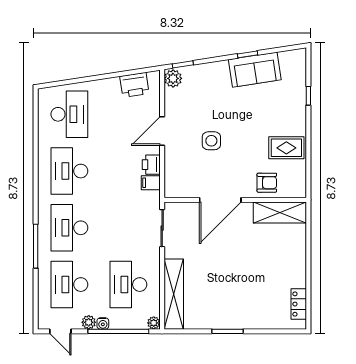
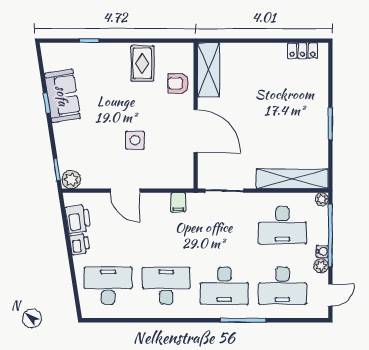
printer: (151, 165) -> (80, 244), moved, turned -99
desk: (69, 171) -> (166, 286), turned 180
armchair: (267, 183) -> (178, 83), turned -90

